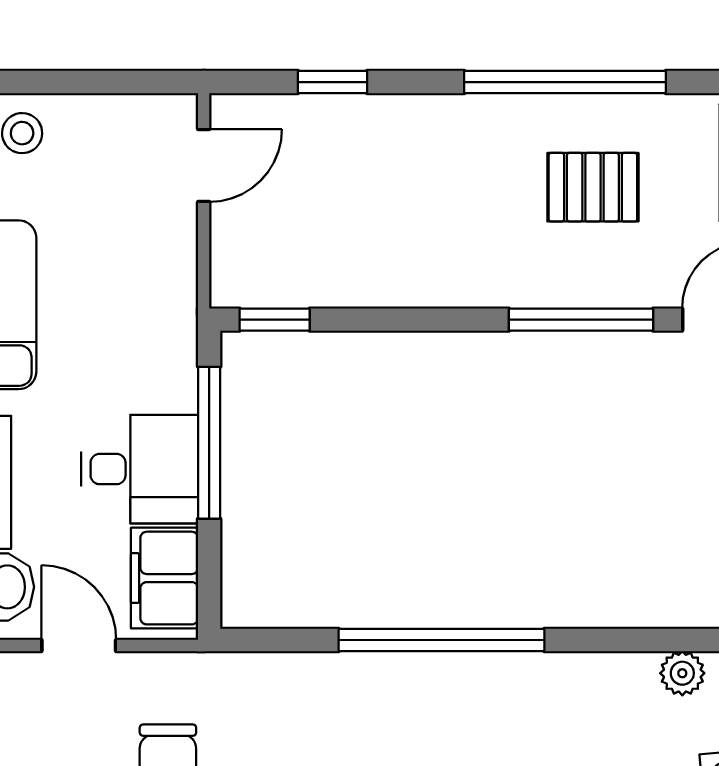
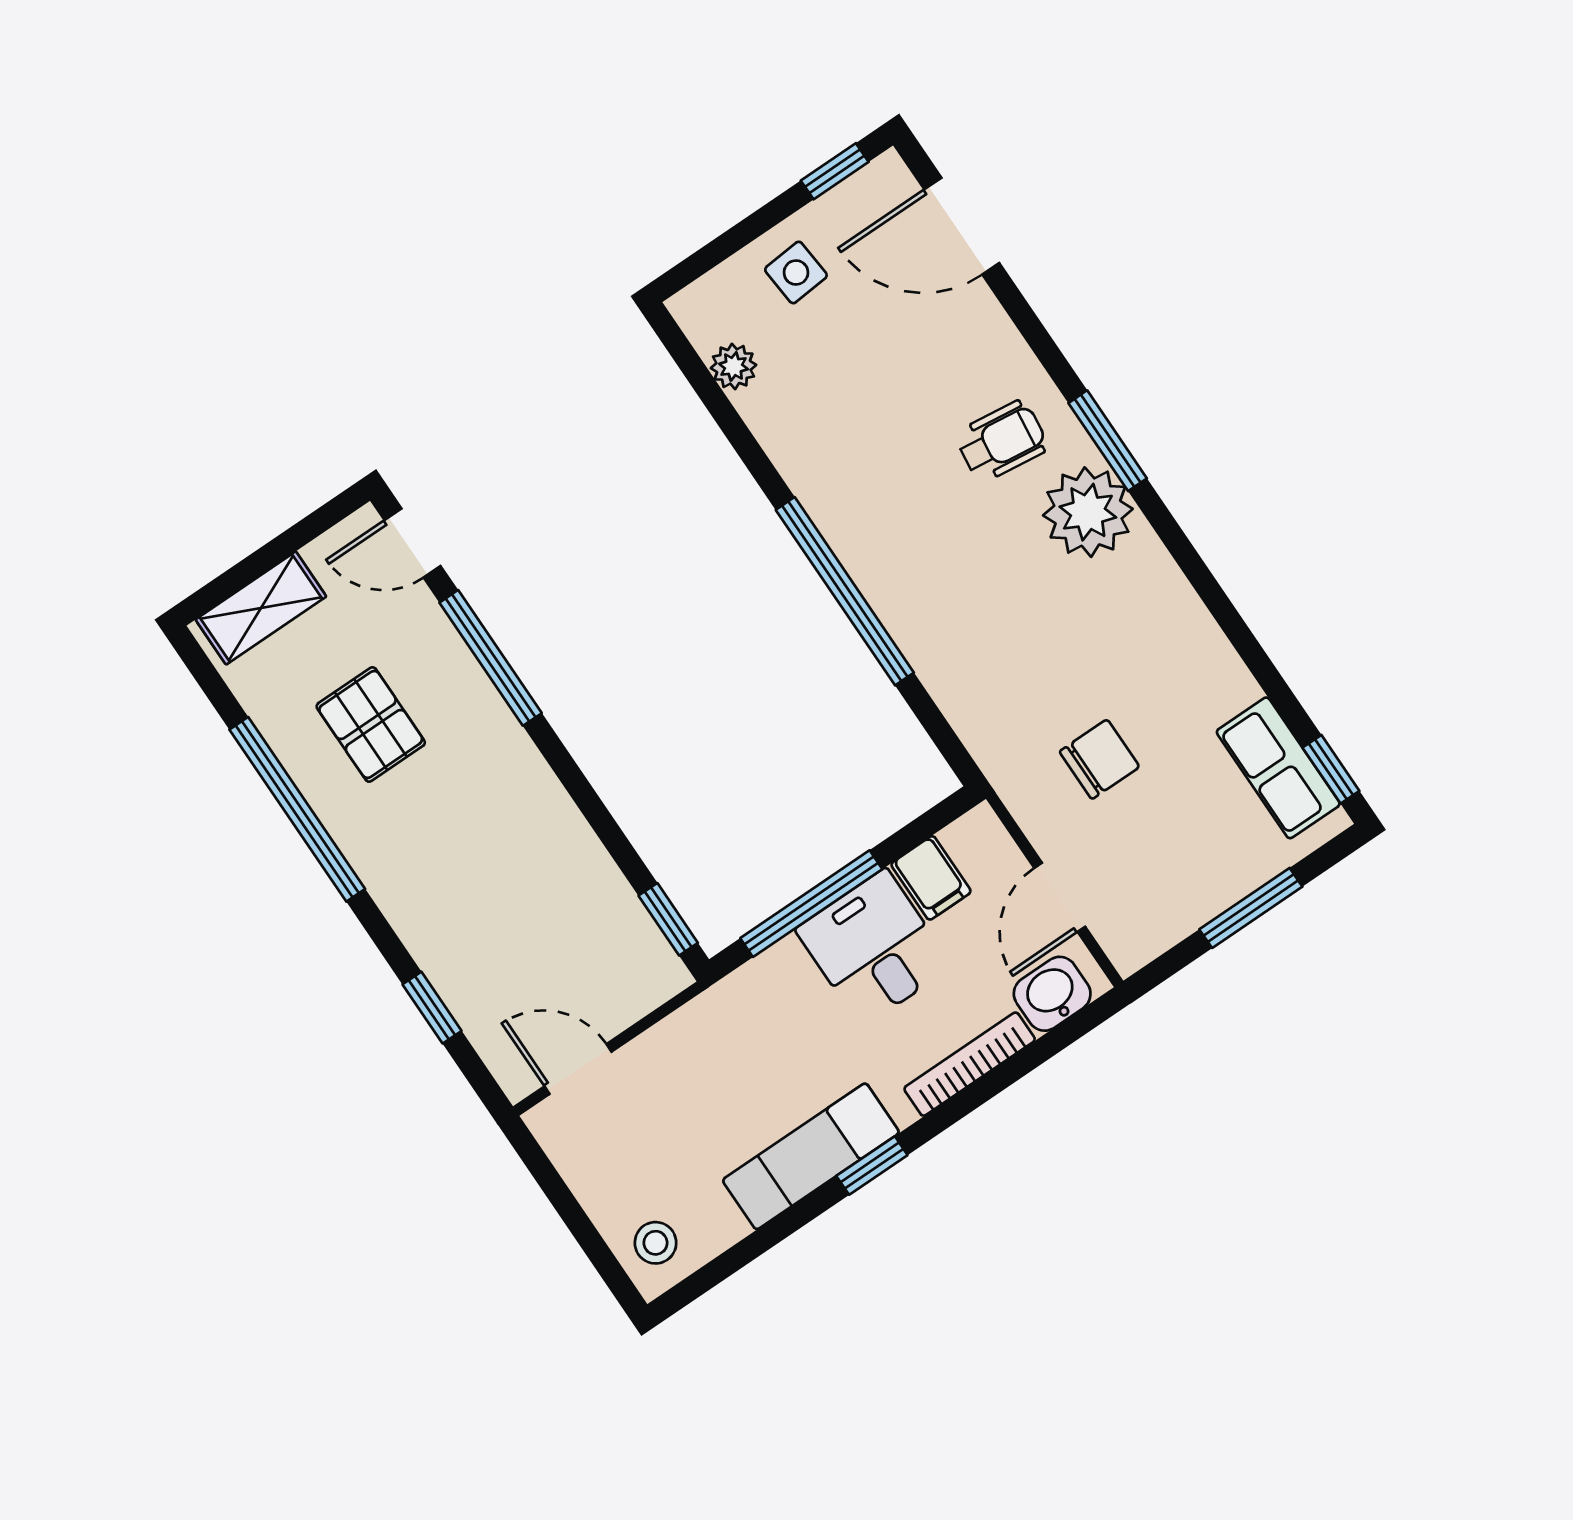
filing cabinet: (165, 578) -> (931, 878), width x0.50

